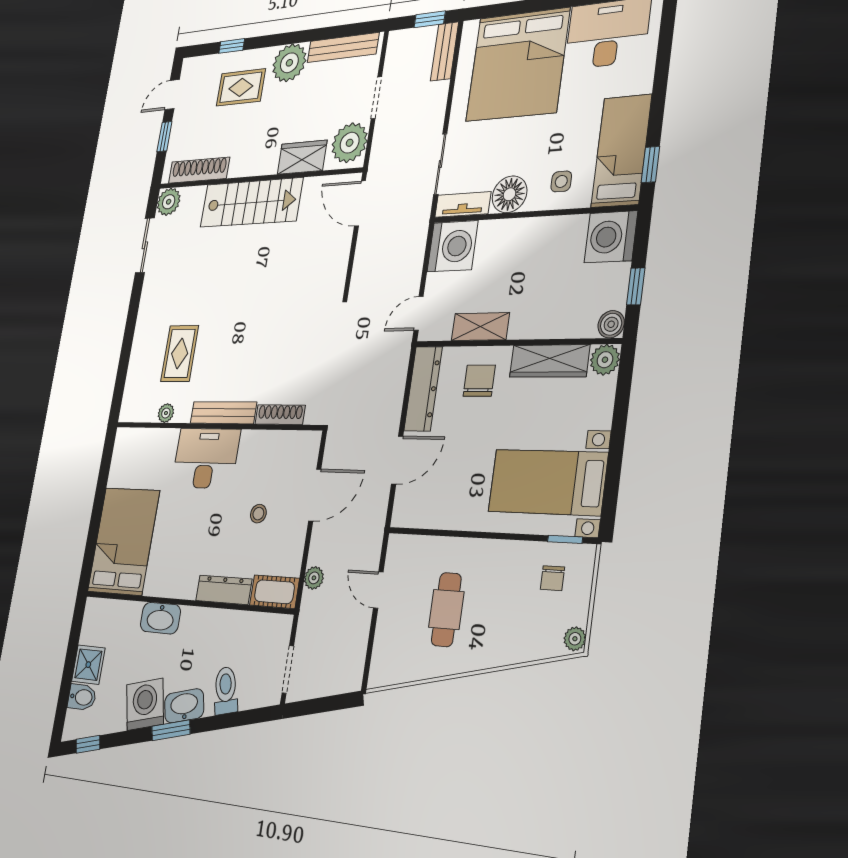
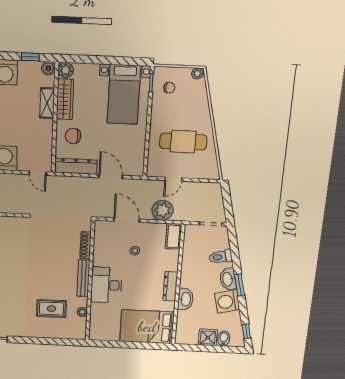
shelving: (480, 327) -> (47, 103), moved
plant: (314, 578) -> (162, 210), width x1.87, depth x1.87
dresser: (224, 590) -> (170, 286), moved
cafe table: (446, 610) -> (183, 142), width x1.37, depth x1.35

